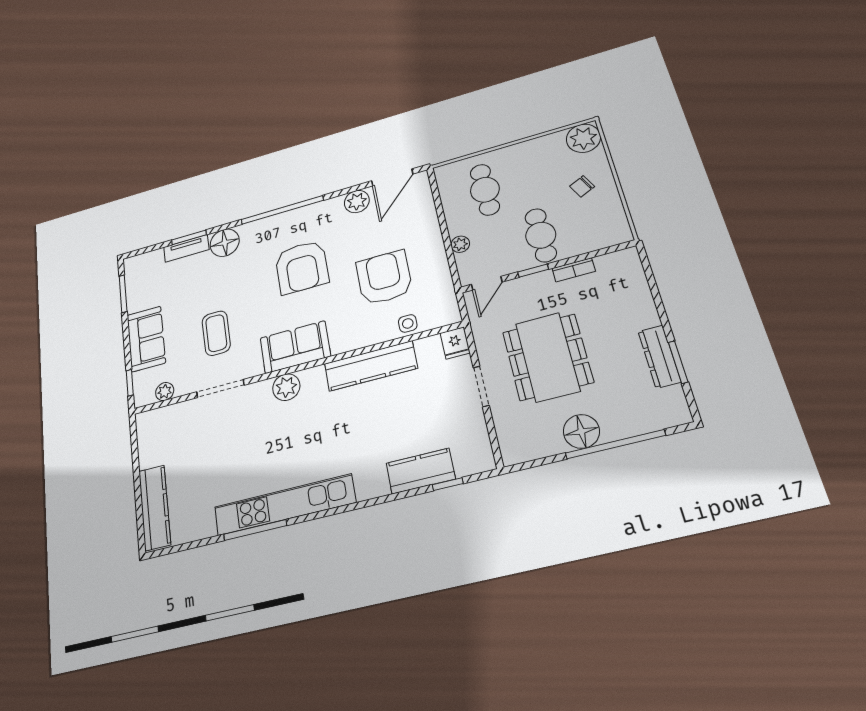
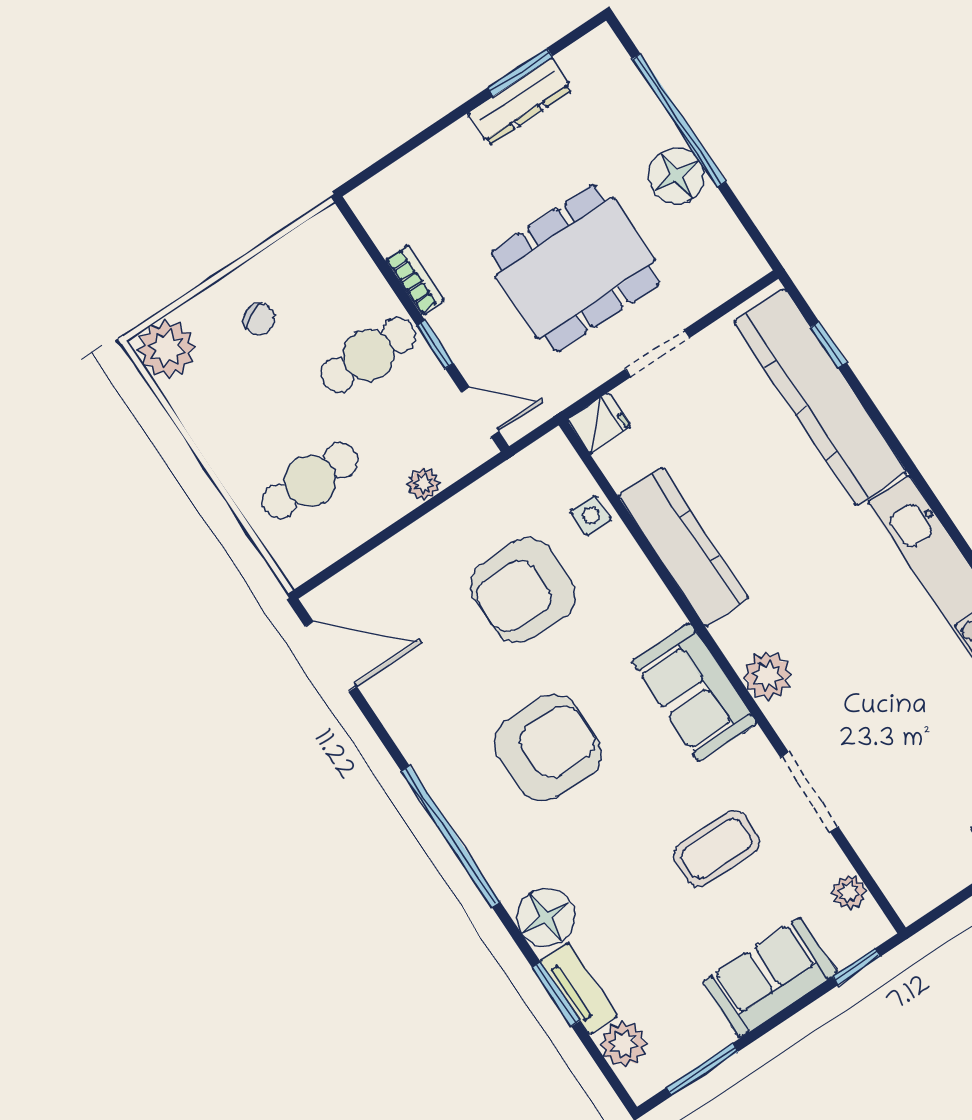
plant: (357, 202) -> (624, 1044), moved
kitchen counter: (421, 471) -> (820, 397), width x2.08, depth x1.17

